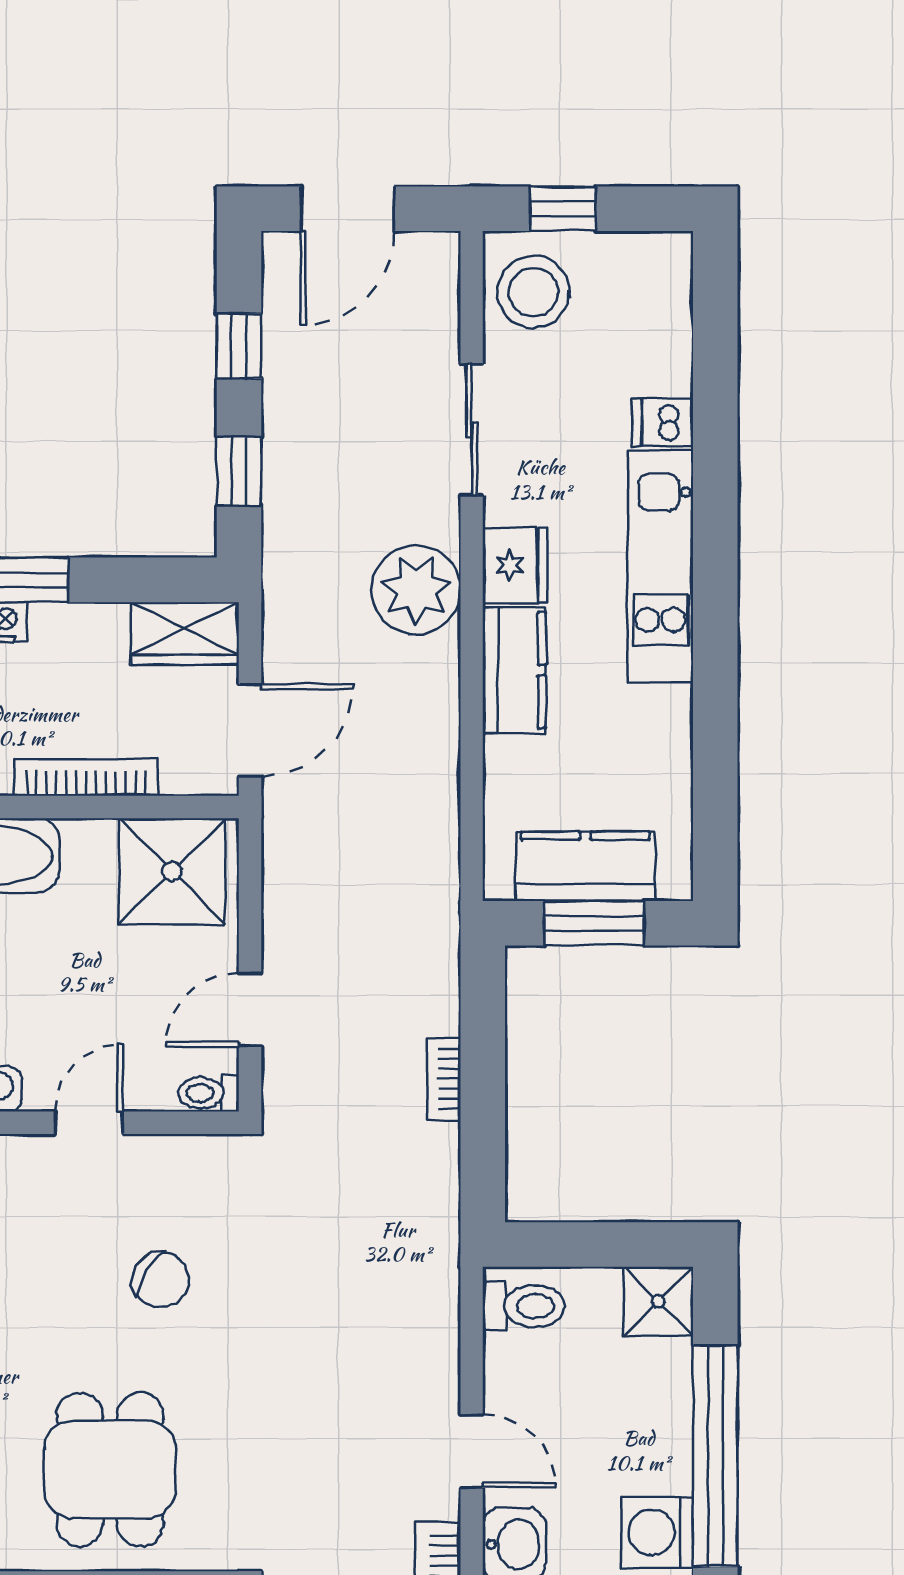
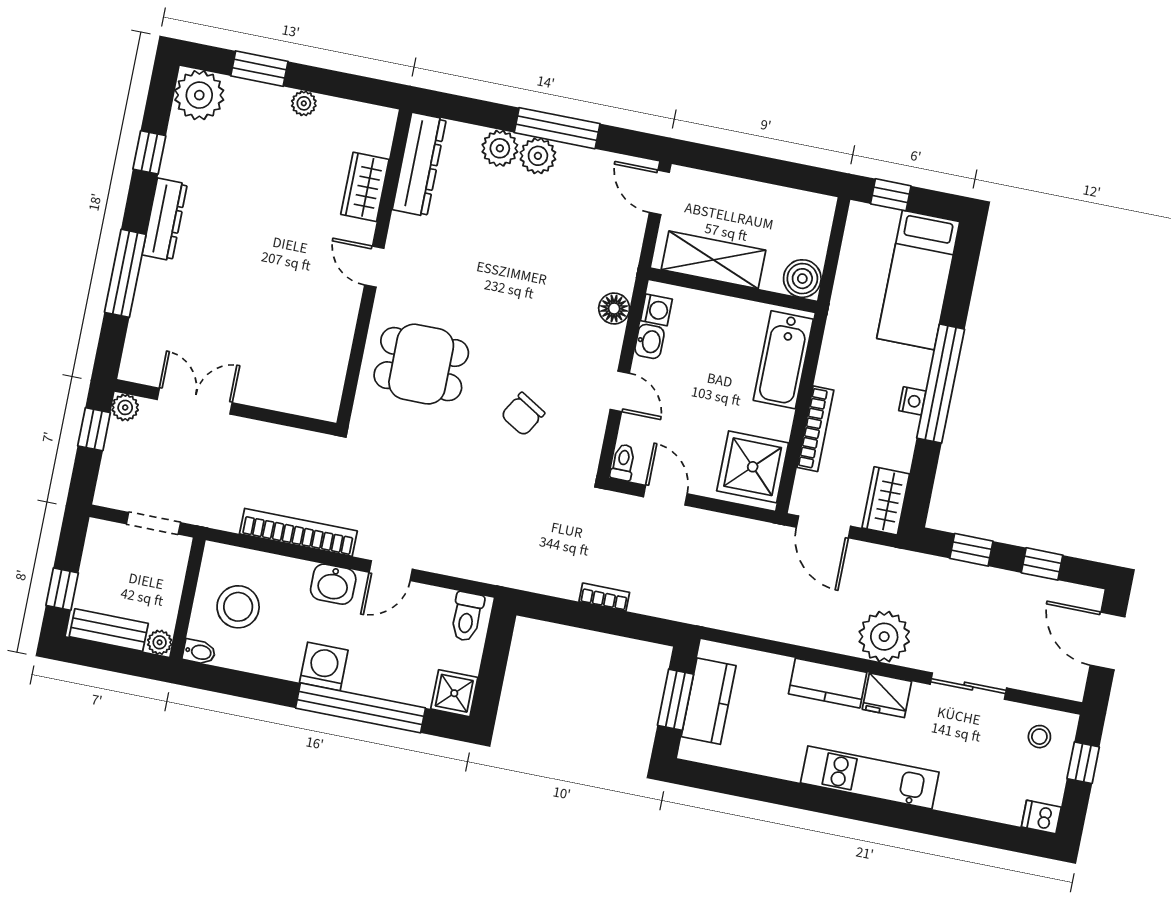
stool: (533, 292) -> (1039, 737), width x0.53, depth x0.53
dishwasher: (663, 422) -> (1041, 817), moved, turned -90

